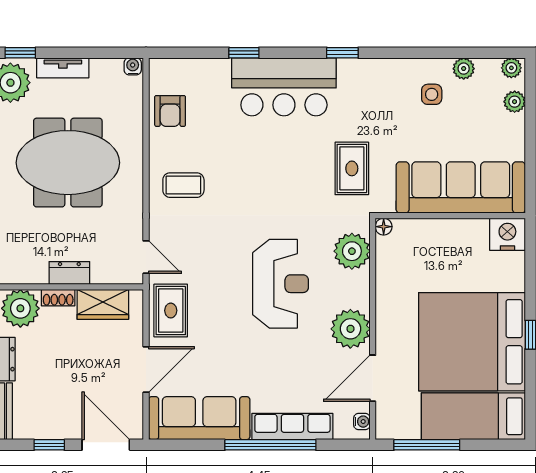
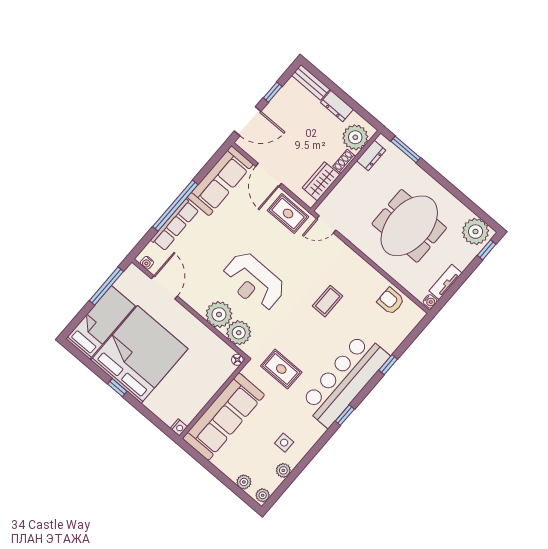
tv unit: (63, 68) -> (446, 282), moved
bar counter: (284, 87) -> (345, 380), width x1.36
coffee table: (183, 185) -> (328, 301), moved
nightstand: (507, 234) -> (179, 427), width x0.53, depth x0.56
dresser: (69, 273) -> (371, 155), moved
plant: (350, 329) -> (219, 314), moved

